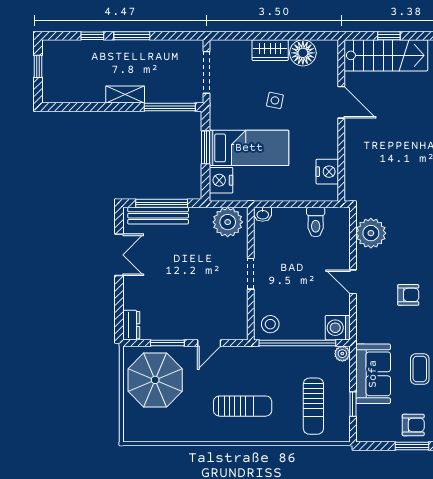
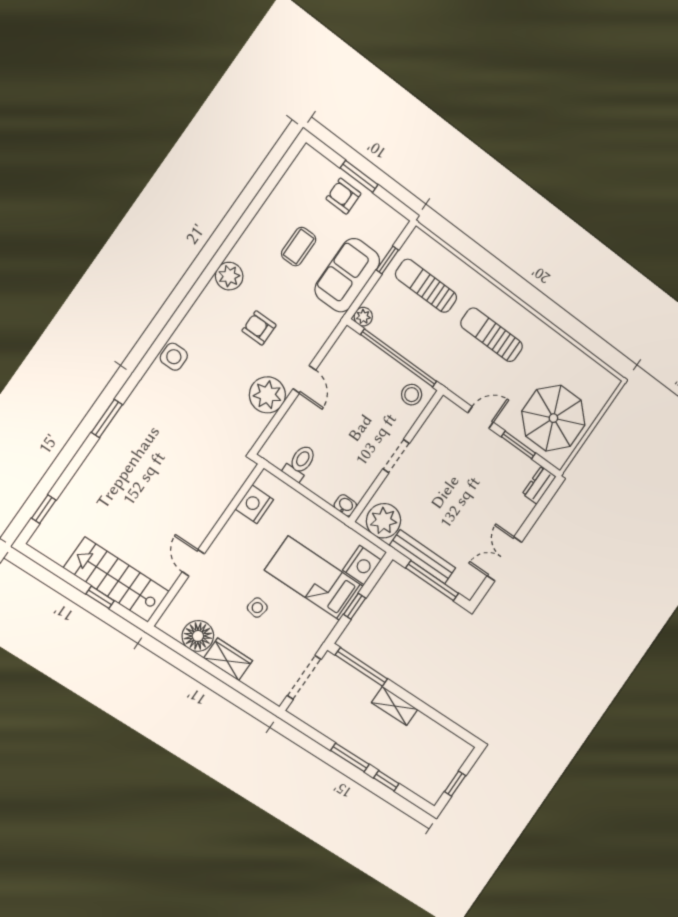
door: (341, 102) -> (193, 563), width x0.73
window: (206, 147) -> (355, 606), width x0.67
bench: (158, 216) -> (423, 557), moved
plant: (371, 233) -> (267, 395), moved
washing machine: (338, 328) -> (350, 345), removed
sun lounger: (313, 406) -> (426, 286), turned -90

